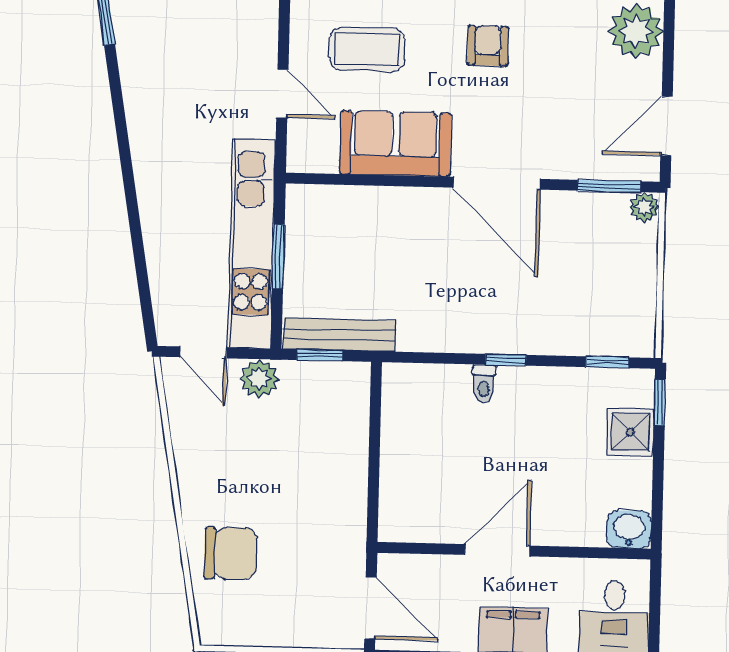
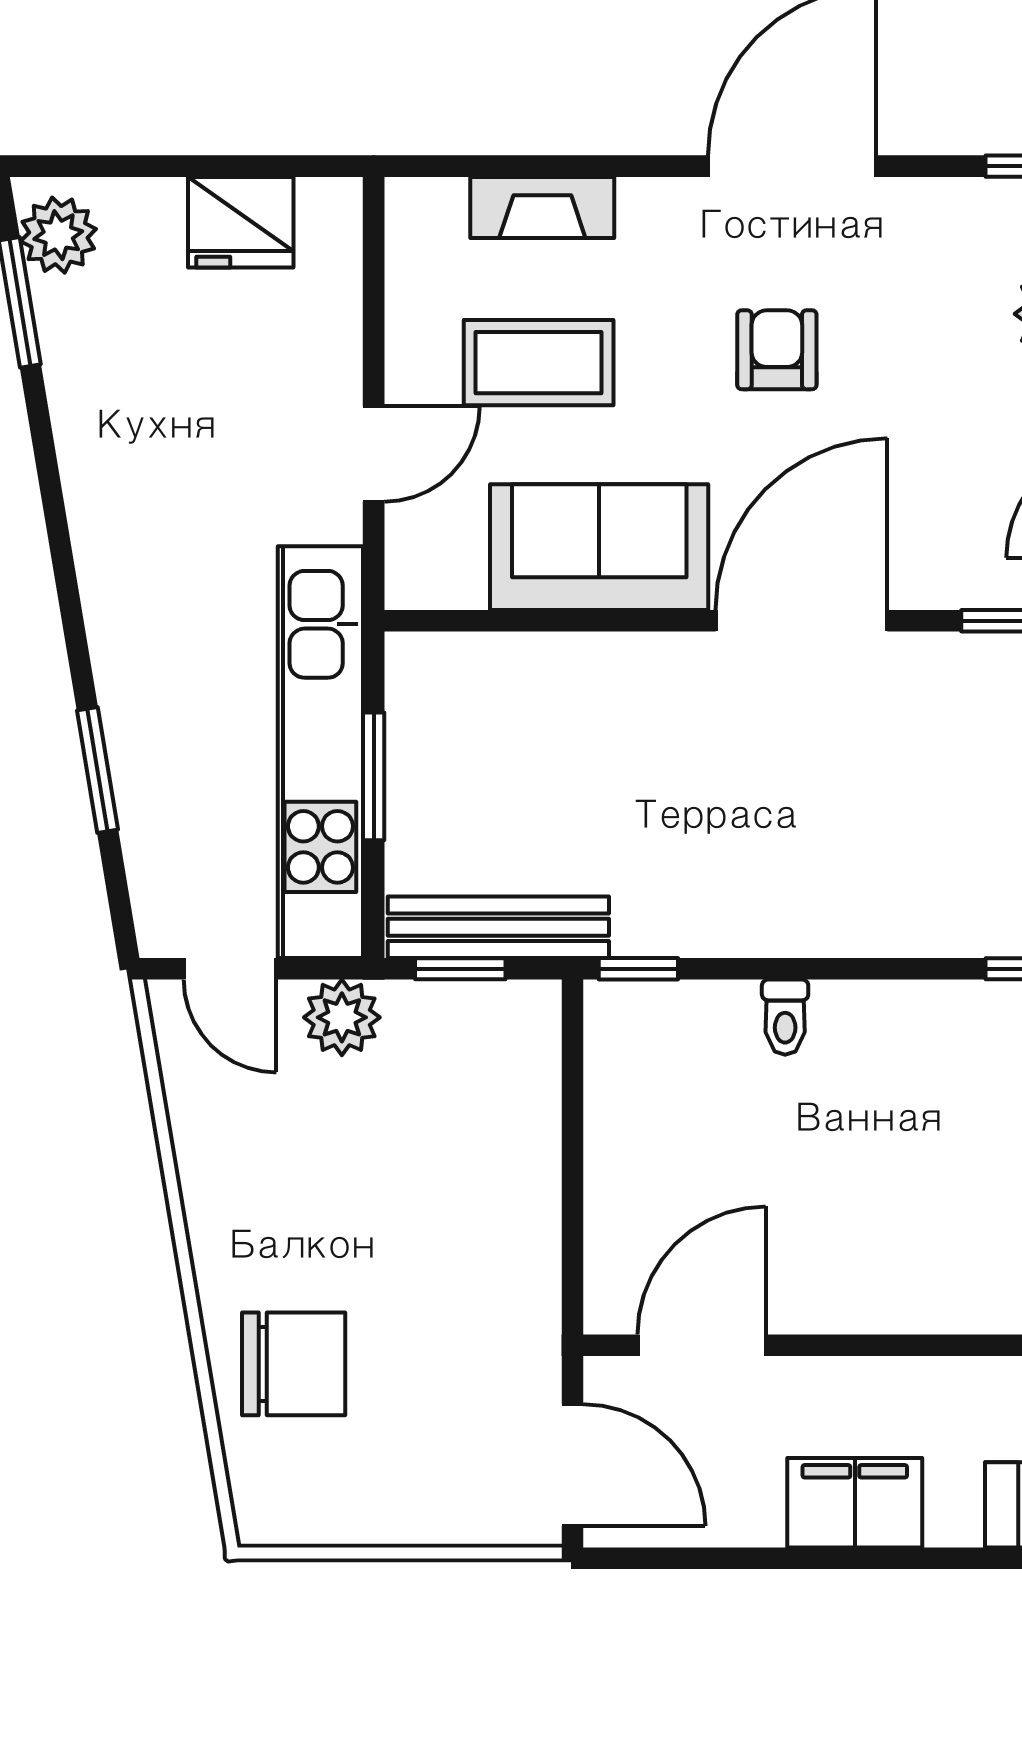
door: (282, 93) -> (374, 454), hinge flipped
door: (497, 183) -> (802, 621), swing flipped
window: (139, 250) -> (97, 770), added
window: (506, 360) -> (638, 969), moved
door: (497, 550) -> (702, 1345), moved

